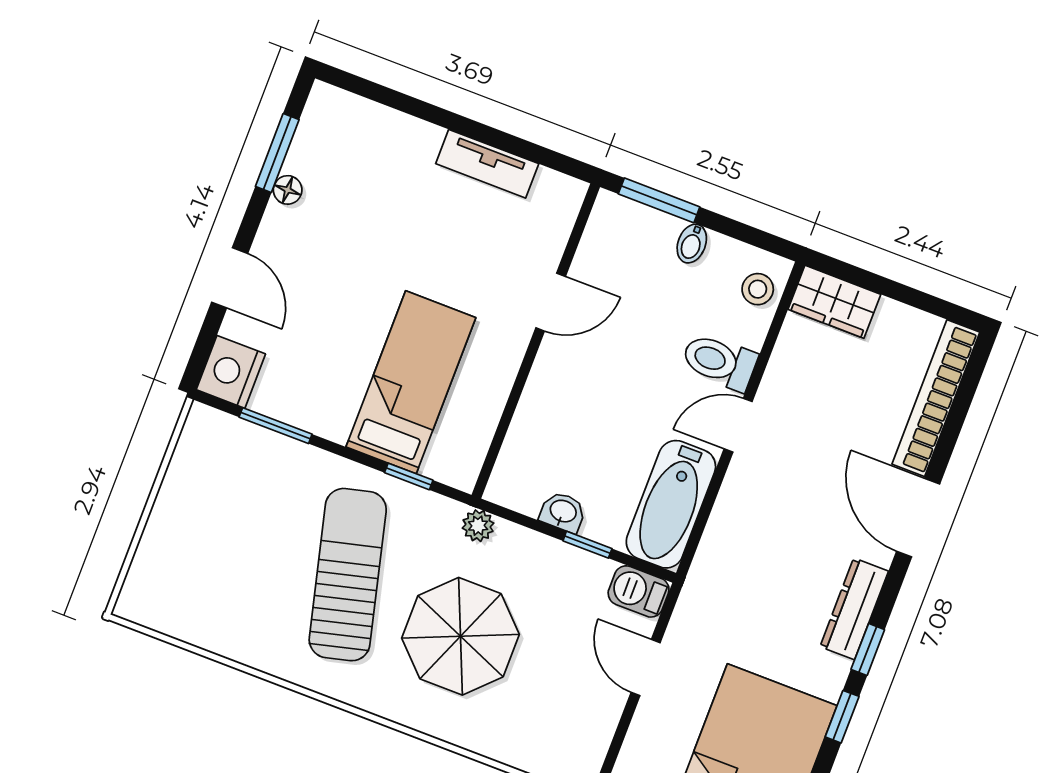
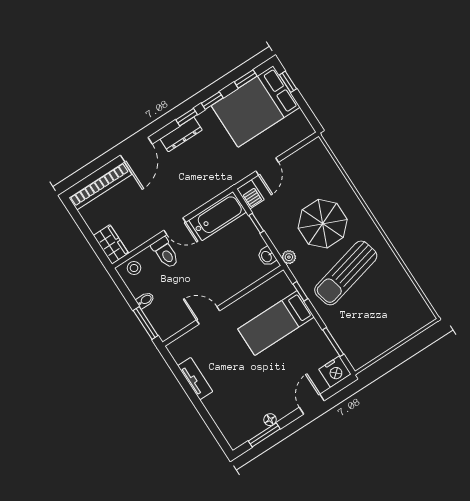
washbasin: (563, 512) -> (267, 256), moved

